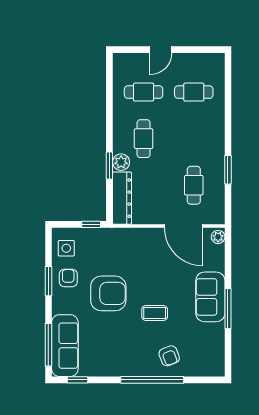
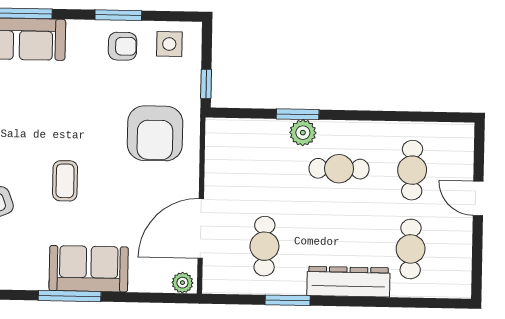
cafe table: (194, 185) -> (264, 246), turned 90
dresser: (122, 198) -> (348, 282), moved, turned 180
armchair: (108, 293) -> (155, 133), moved

